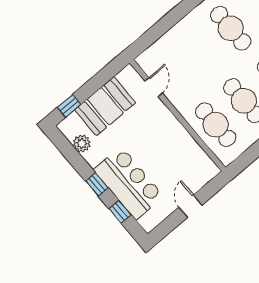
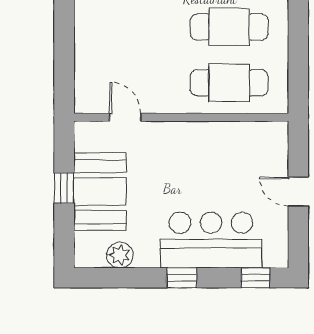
window: (69, 106) -> (64, 188), moved
window: (120, 212) -> (255, 278), moved

